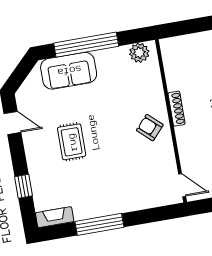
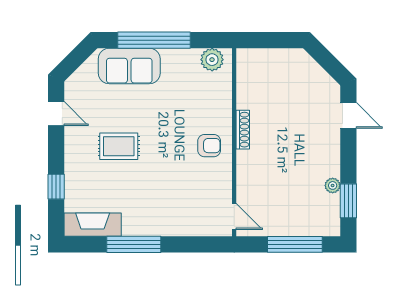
armchair: (150, 128) -> (209, 146), turned 138
rug: (72, 142) -> (119, 146), turned 90
fireplace: (55, 217) -> (93, 225), width x1.37, depth x1.32

